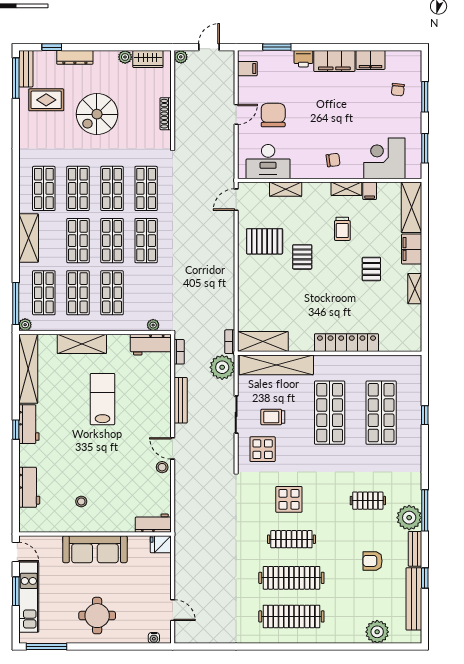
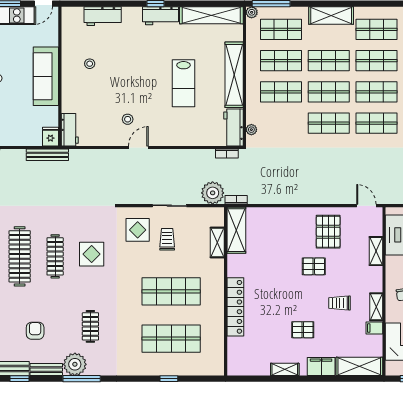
shelving: (82, 344) -> (234, 75), width x1.47
shelving: (276, 365) -> (217, 242), width x0.45, depth x0.75
lab bench: (102, 399) -> (184, 83), turned 90
bench: (181, 400) -> (47, 155), moved
stool: (162, 467) -> (128, 119), moved

